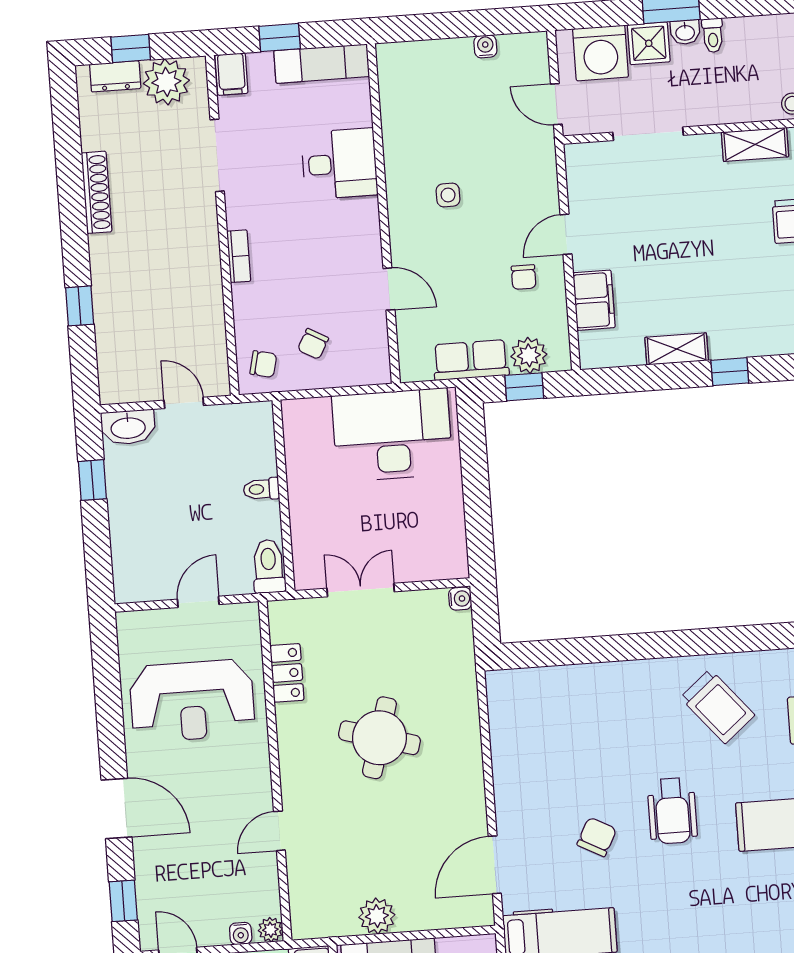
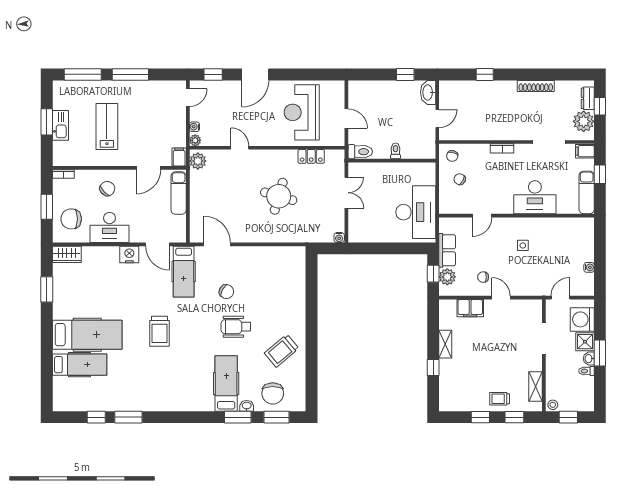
desk: (339, 164) -> (535, 197), width x1.37
plant: (377, 916) -> (198, 161), moved

